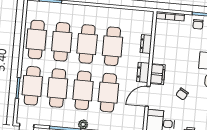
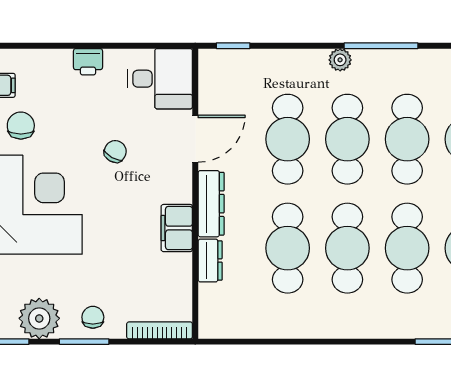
dresser: (143, 72) -> (211, 204), width x1.44
filing cabinet: (158, 74) -> (177, 228), moved

